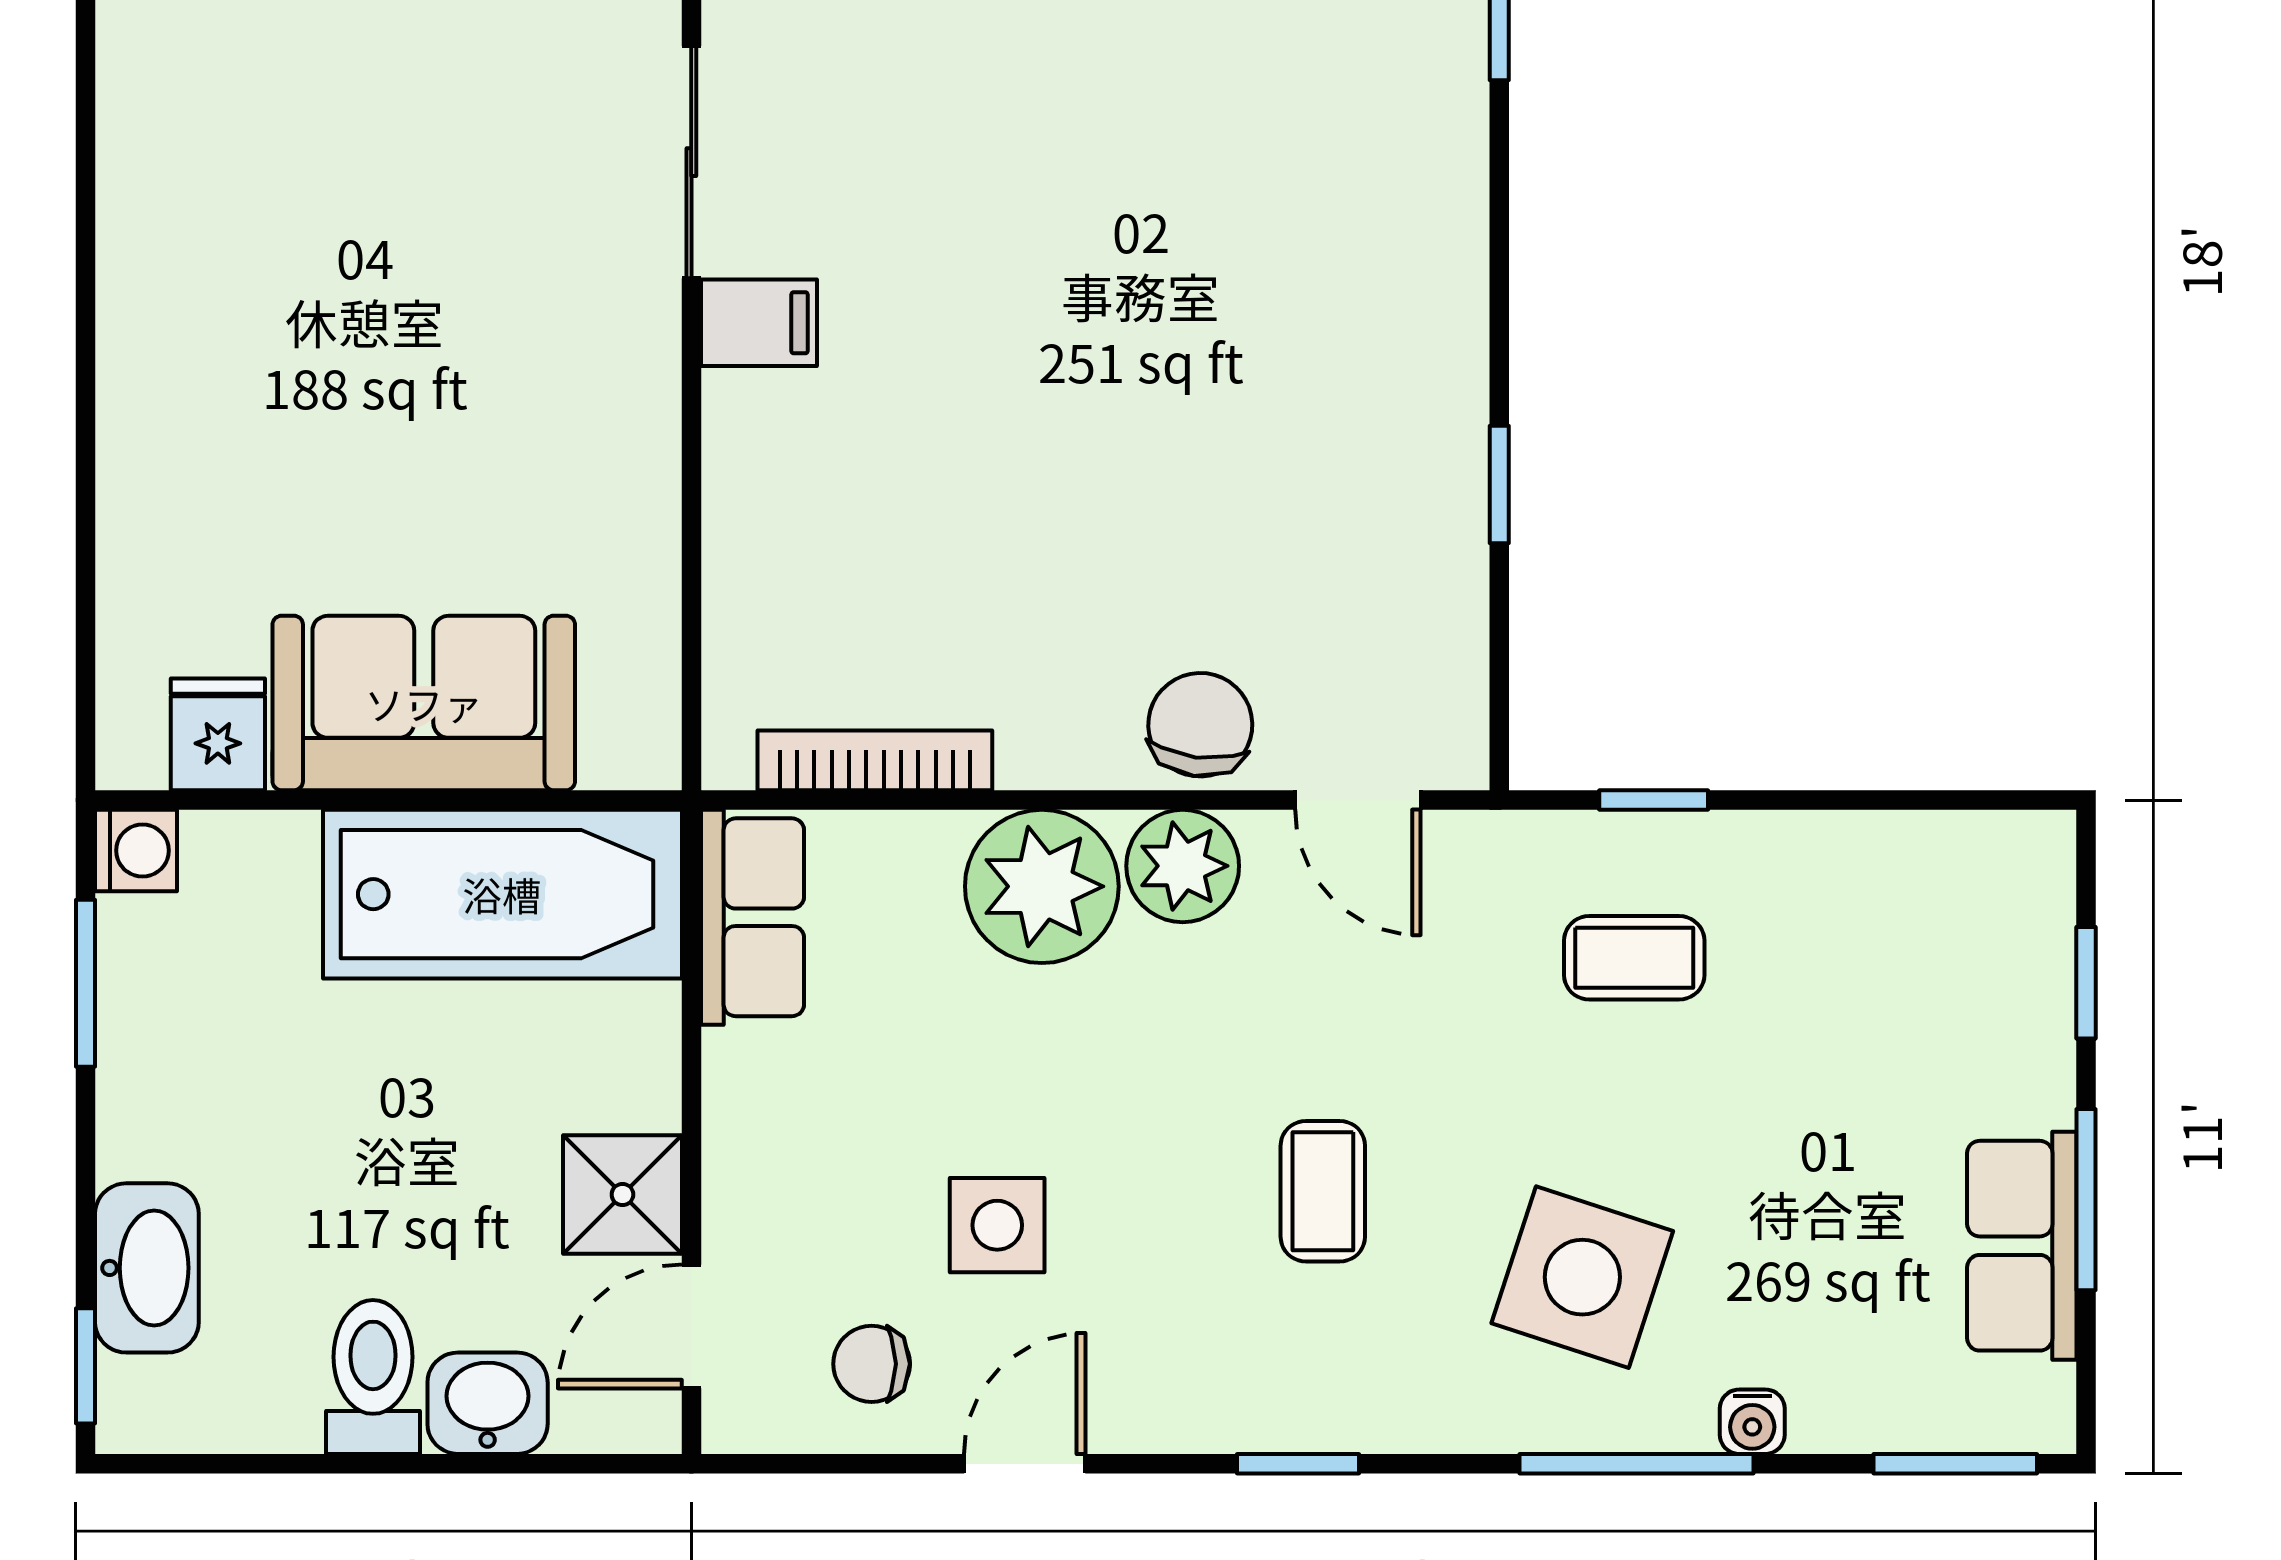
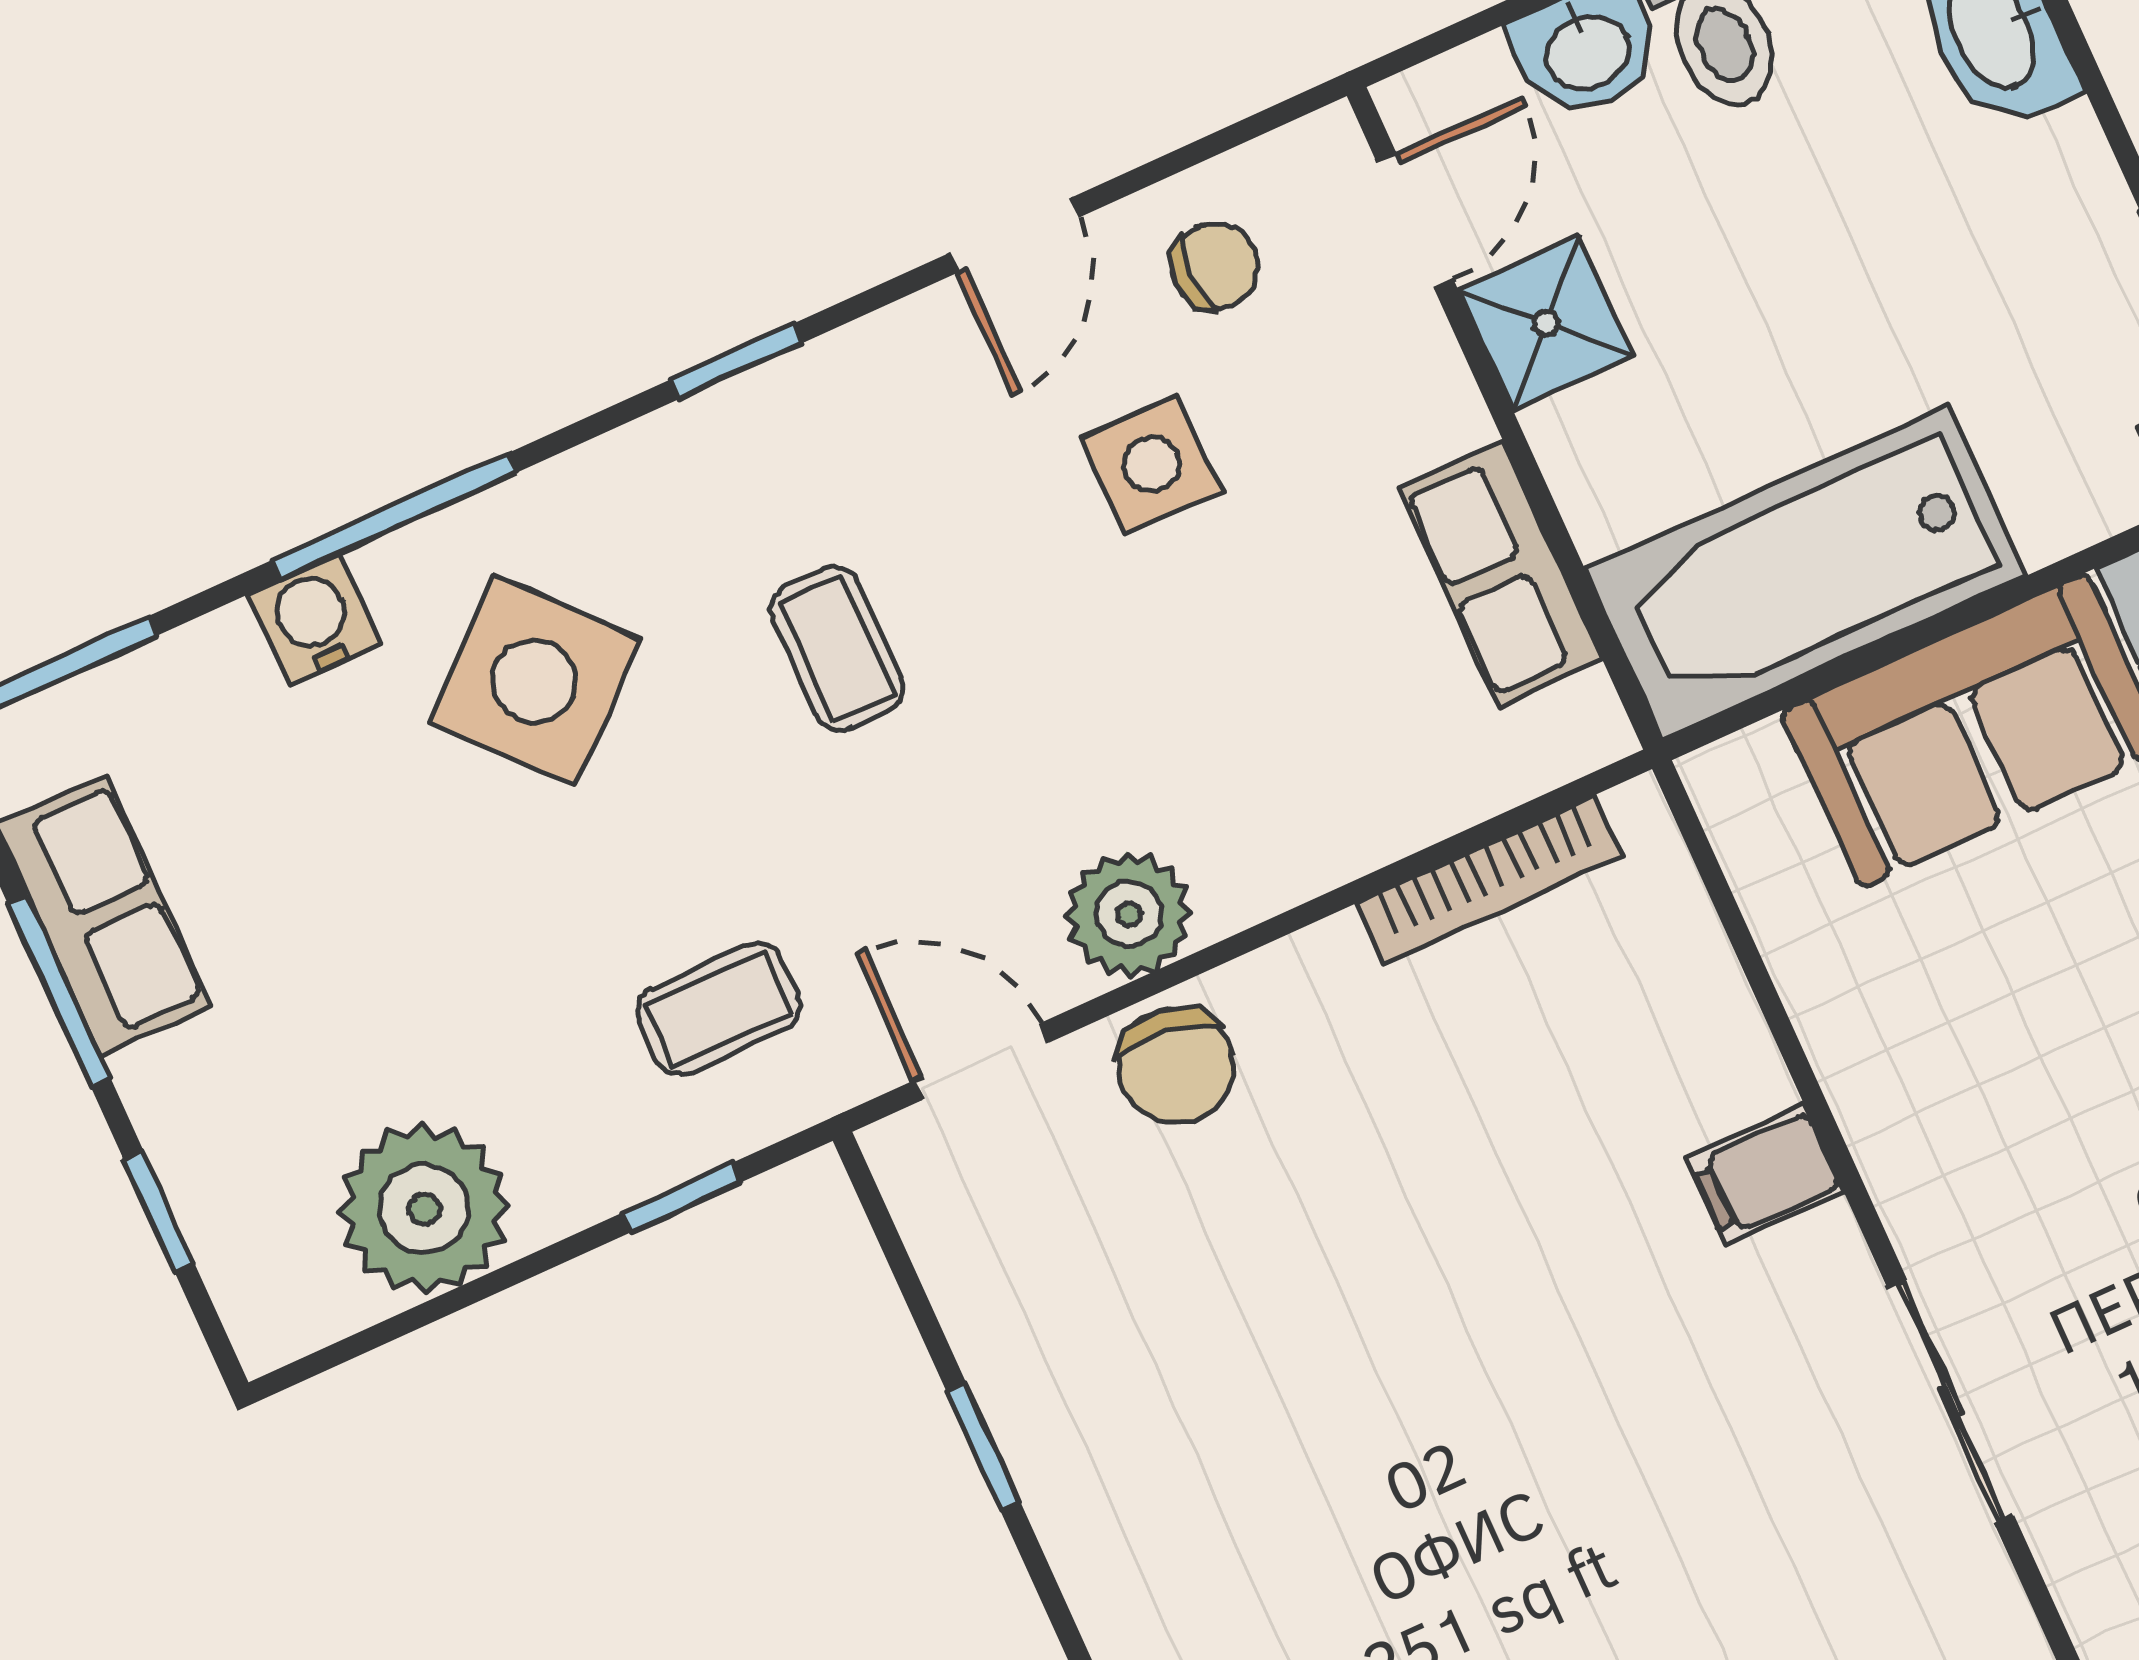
filing cabinet: (759, 323) -> (1766, 1175), moved
plant: (1042, 886) -> (424, 1209), moved
row of seats: (752, 917) -> (1501, 574), moved
coffee table: (1634, 958) -> (719, 1009), moved
side table: (1582, 1277) -> (534, 681), turned 30
water cooler: (1752, 1422) -> (314, 619), width x1.38, depth x1.38

